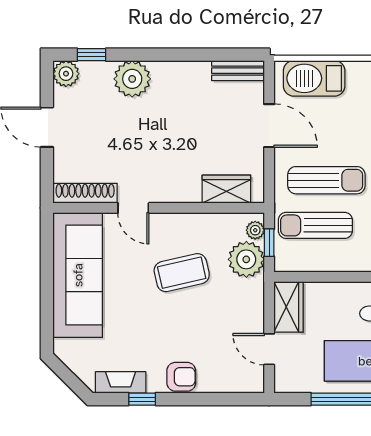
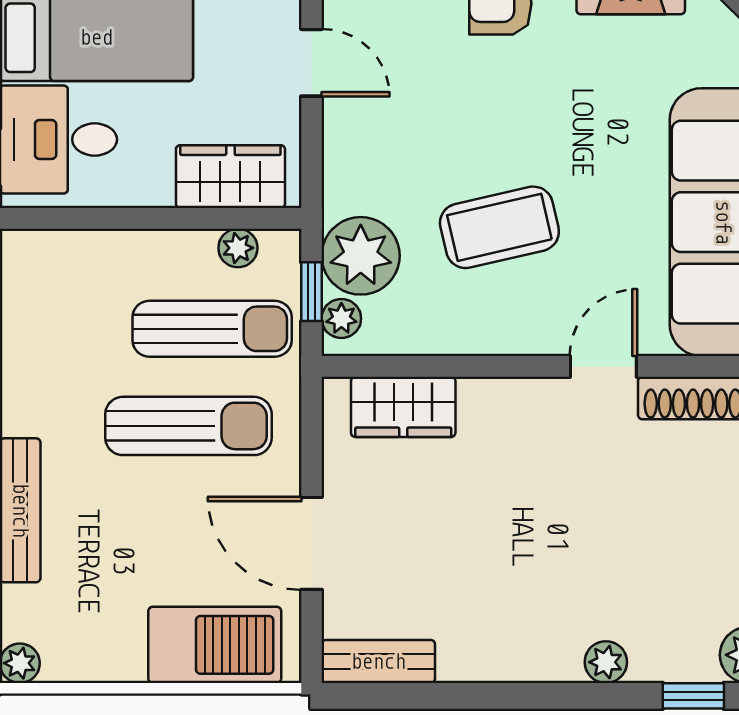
plant: (132, 79) -> (606, 662), width x0.53, depth x0.53
sun lounger: (326, 180) -> (188, 426), turned 180
door: (133, 208) -> (603, 366), hinge flipped
plant: (303, 263) -> (238, 248), added
wardrobe: (289, 307) -> (230, 177), moved, turned 90

